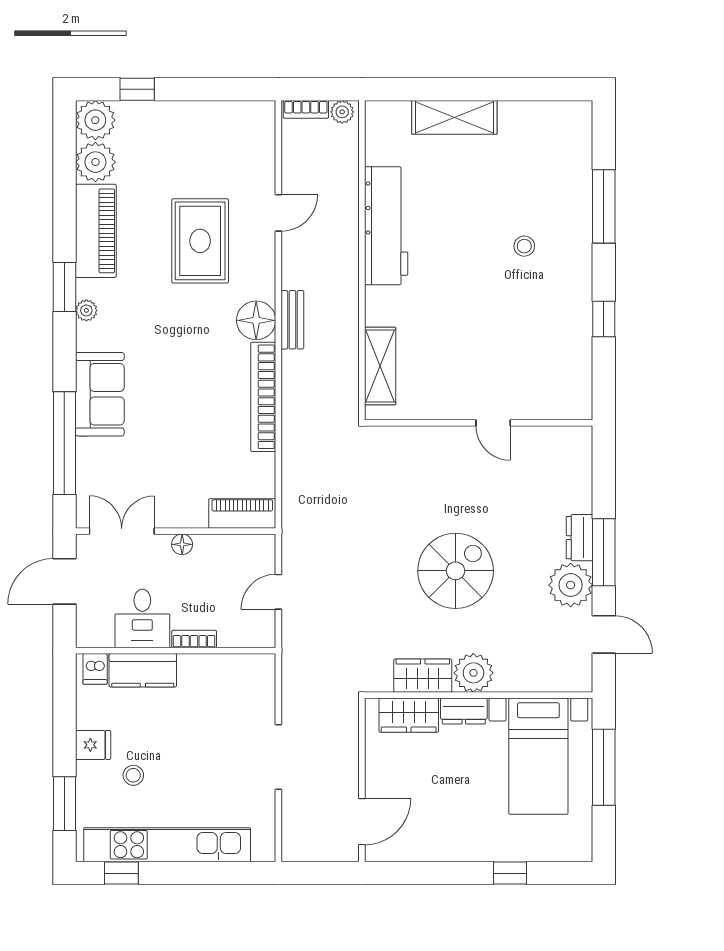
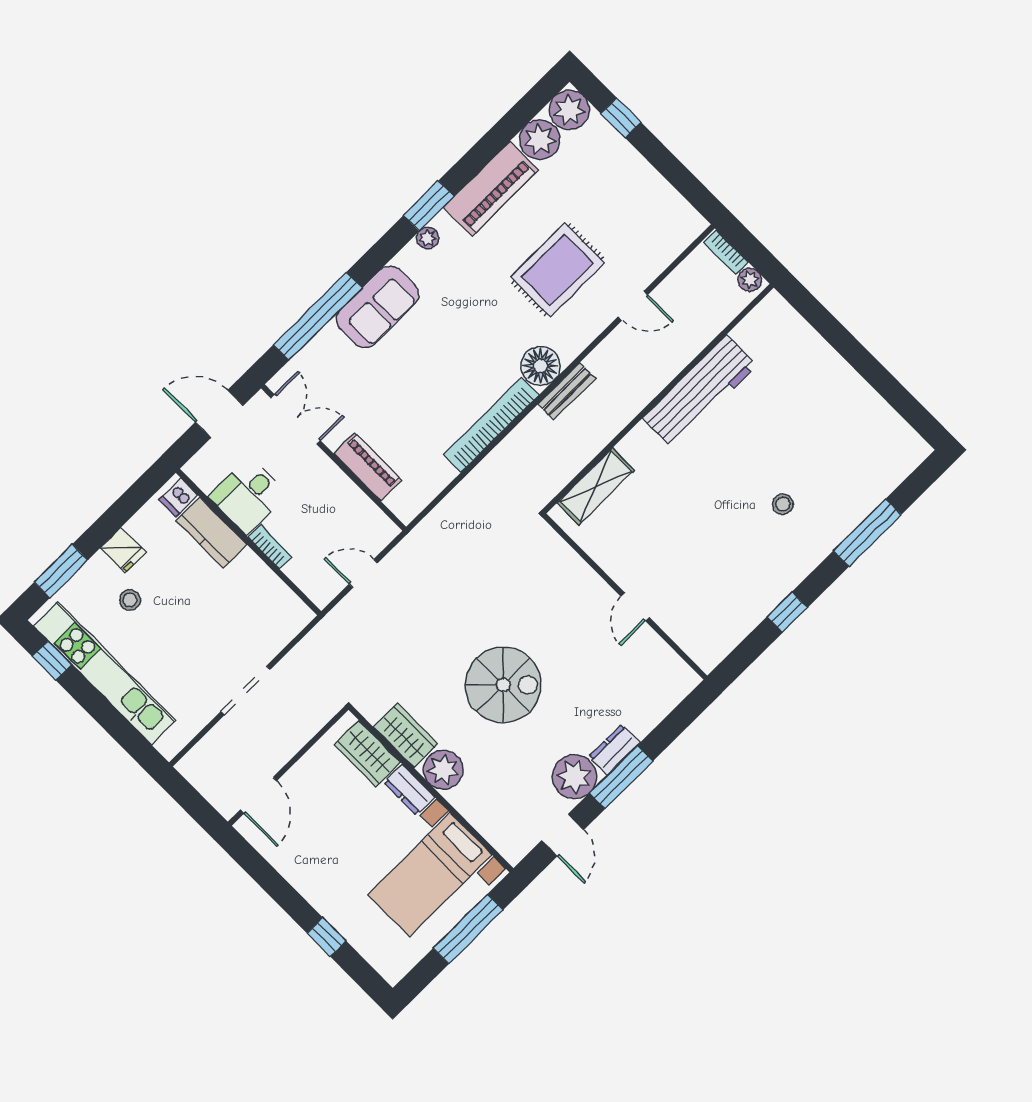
shelving: (454, 117) -> (825, 364), removed
piano: (242, 513) -> (368, 467), moved
floor lamp: (182, 544) -> (329, 471), removed
door: (362, 822) -> (259, 795), hinge flipped

